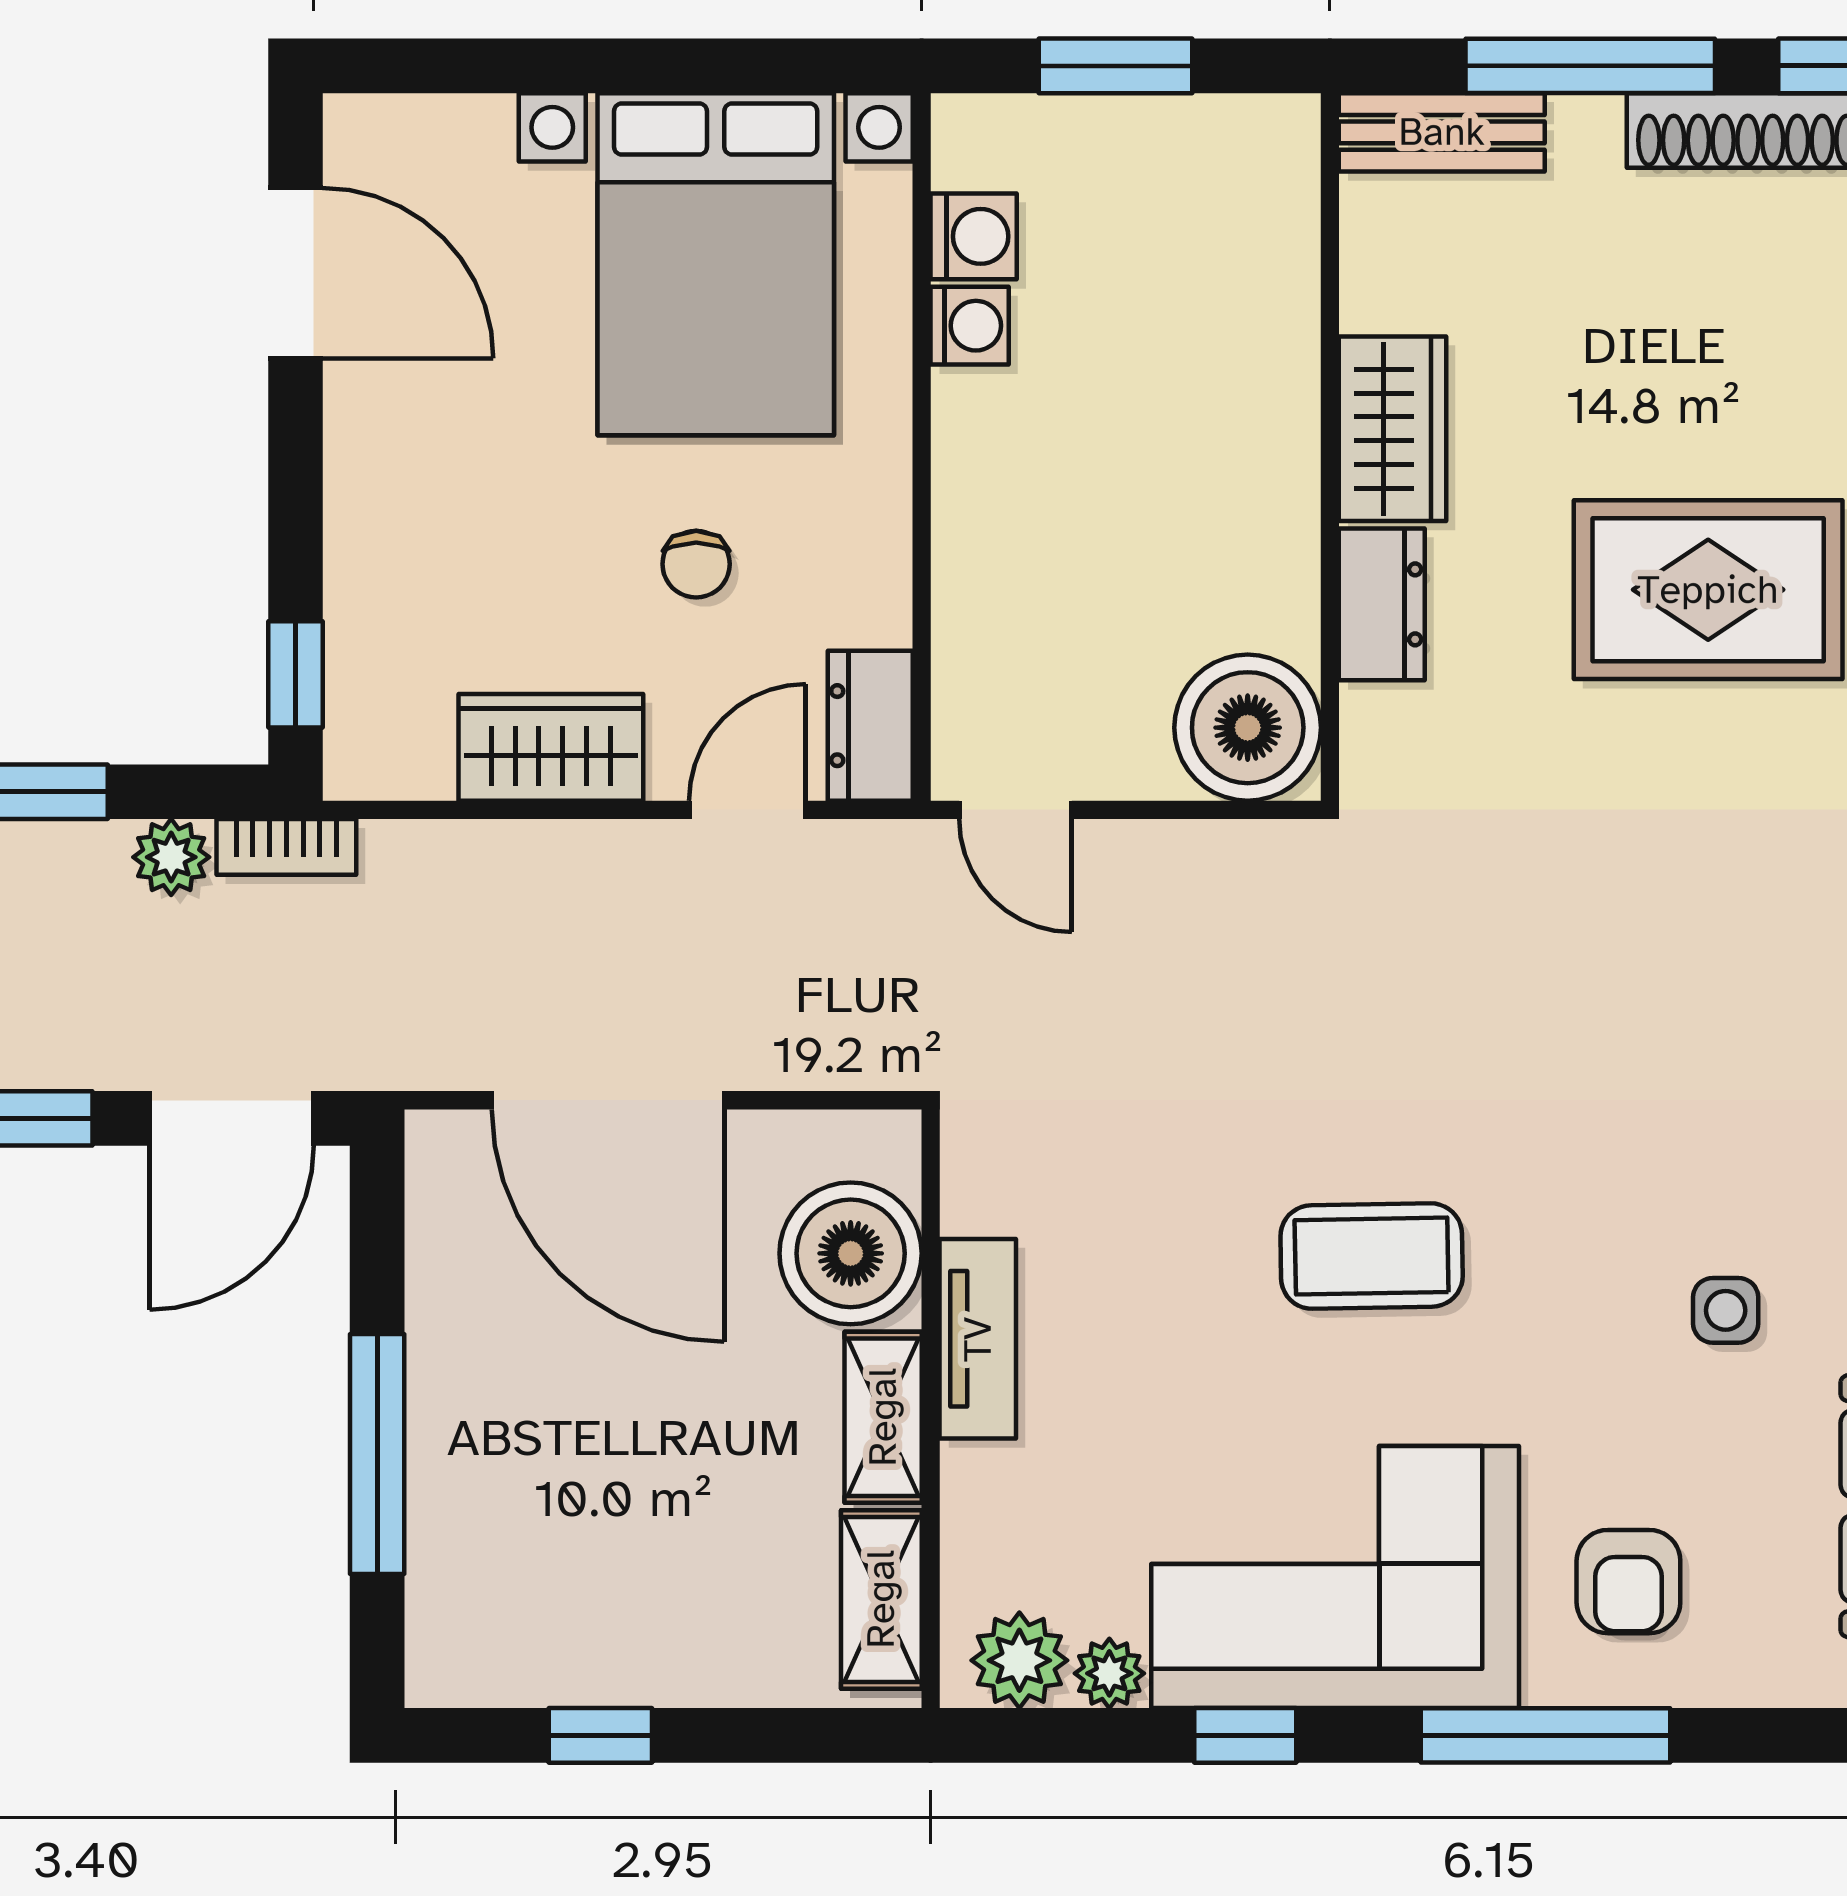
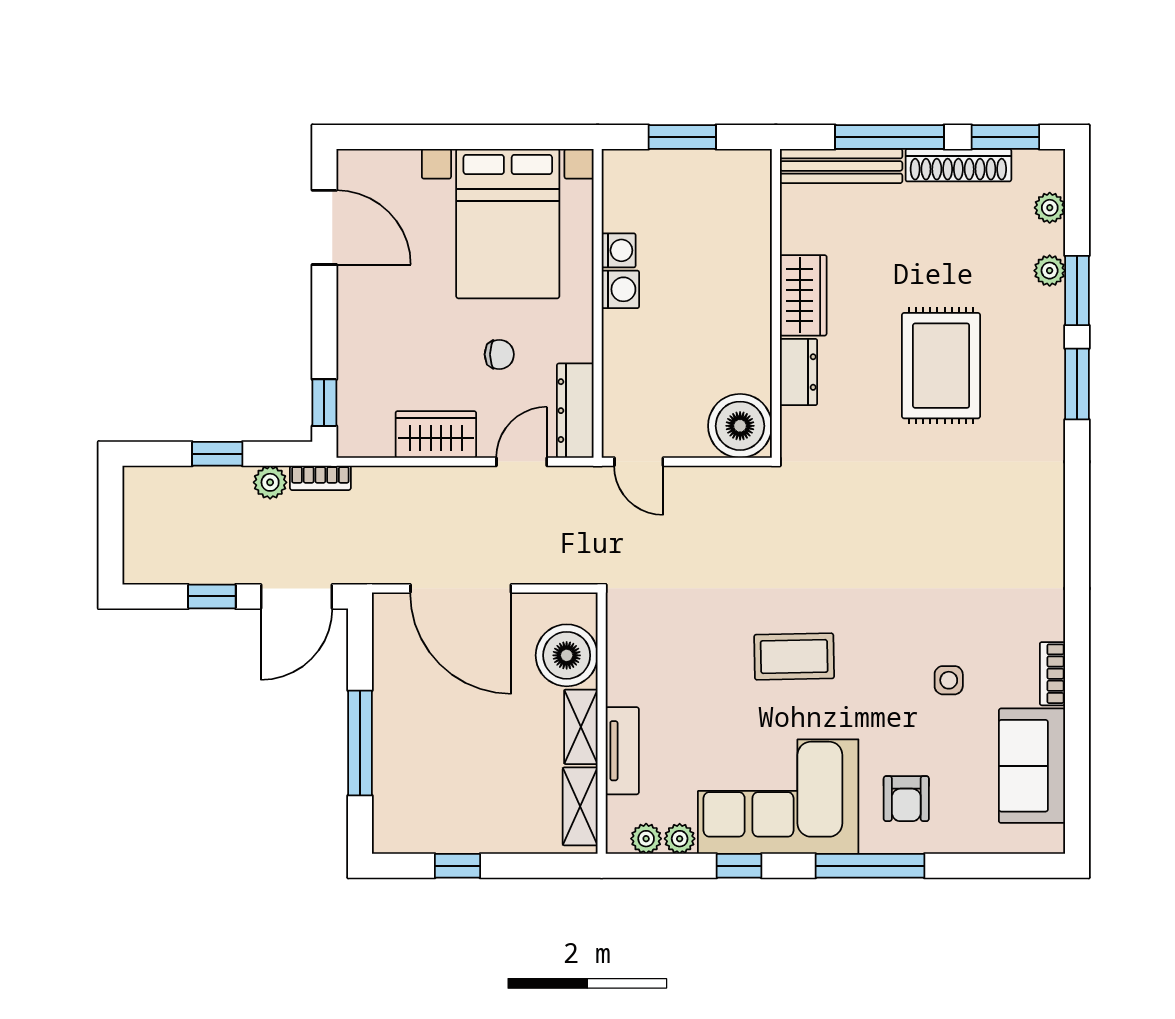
bench: (1442, 132) -> (841, 166), width x1.36
washing machine: (974, 236) -> (620, 289), moved
chair: (696, 564) -> (499, 354), turned -90
rug: (1708, 590) -> (941, 366), turned 90
dresser: (870, 726) -> (575, 411), width x1.44
tv unit: (978, 1339) -> (622, 751), moved
plant: (1019, 1660) -> (646, 839), width x0.73, depth x0.73

